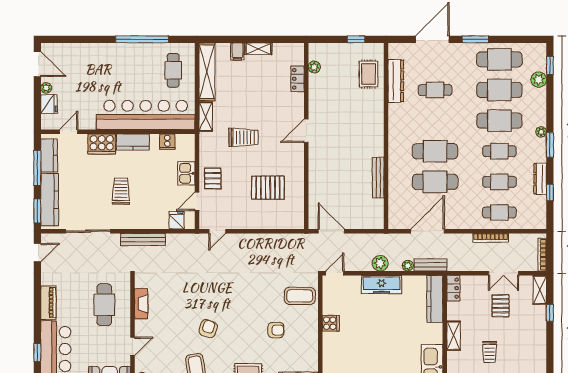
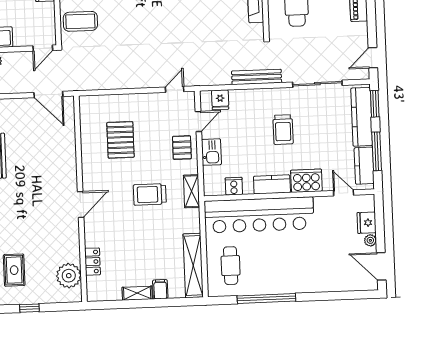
plant: (314, 67) -> (69, 276), width x1.87, depth x1.87
shelving: (206, 117) -> (191, 191), moved
door: (69, 132) -> (344, 193), swing flipped
pallet: (268, 188) -> (120, 140), turned 90

